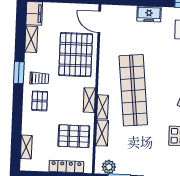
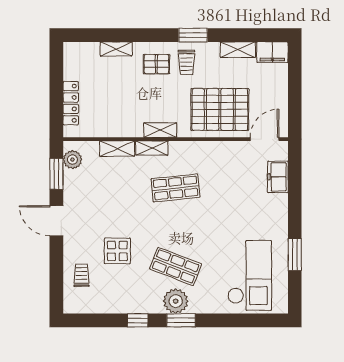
freezer: (149, 14) -> (278, 177), moved
shop shelf: (133, 90) -> (176, 188), width x0.50, depth x0.74
pallet: (74, 136) -> (111, 111), removed
shelving: (26, 147) -> (116, 49), moved

